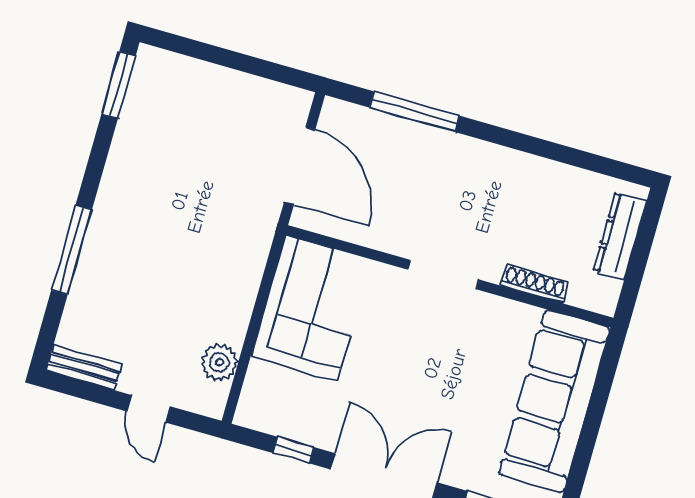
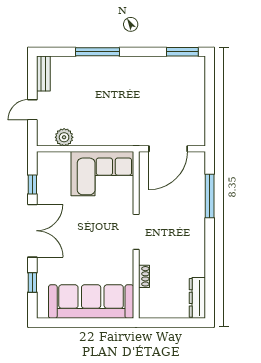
dresser: (620, 236) -> (197, 298), moved, turned -90
shoe rack: (534, 284) -> (144, 276), width x0.70

